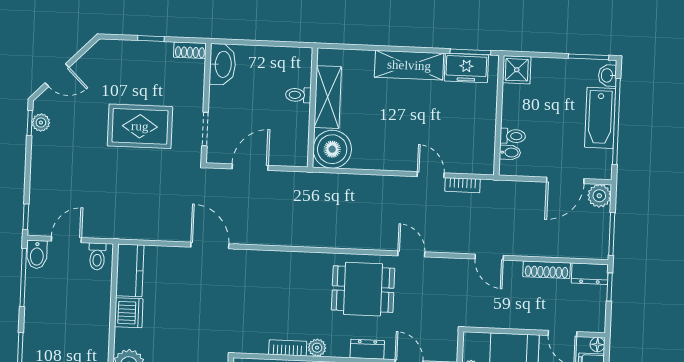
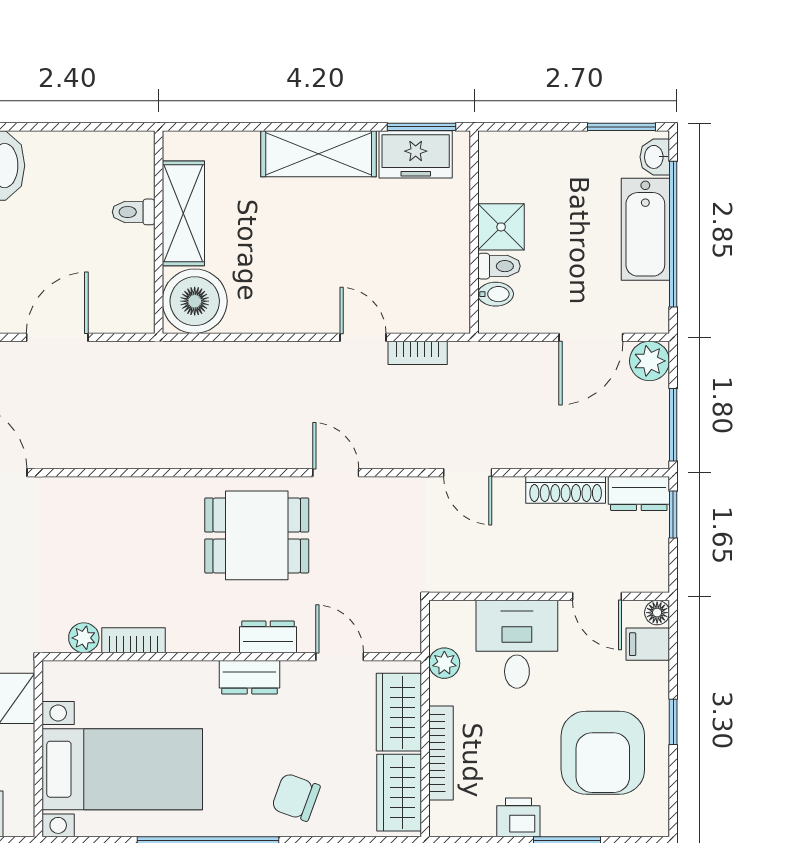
shower: (517, 70) -> (501, 227), moved
plant: (317, 348) -> (84, 638), moved

